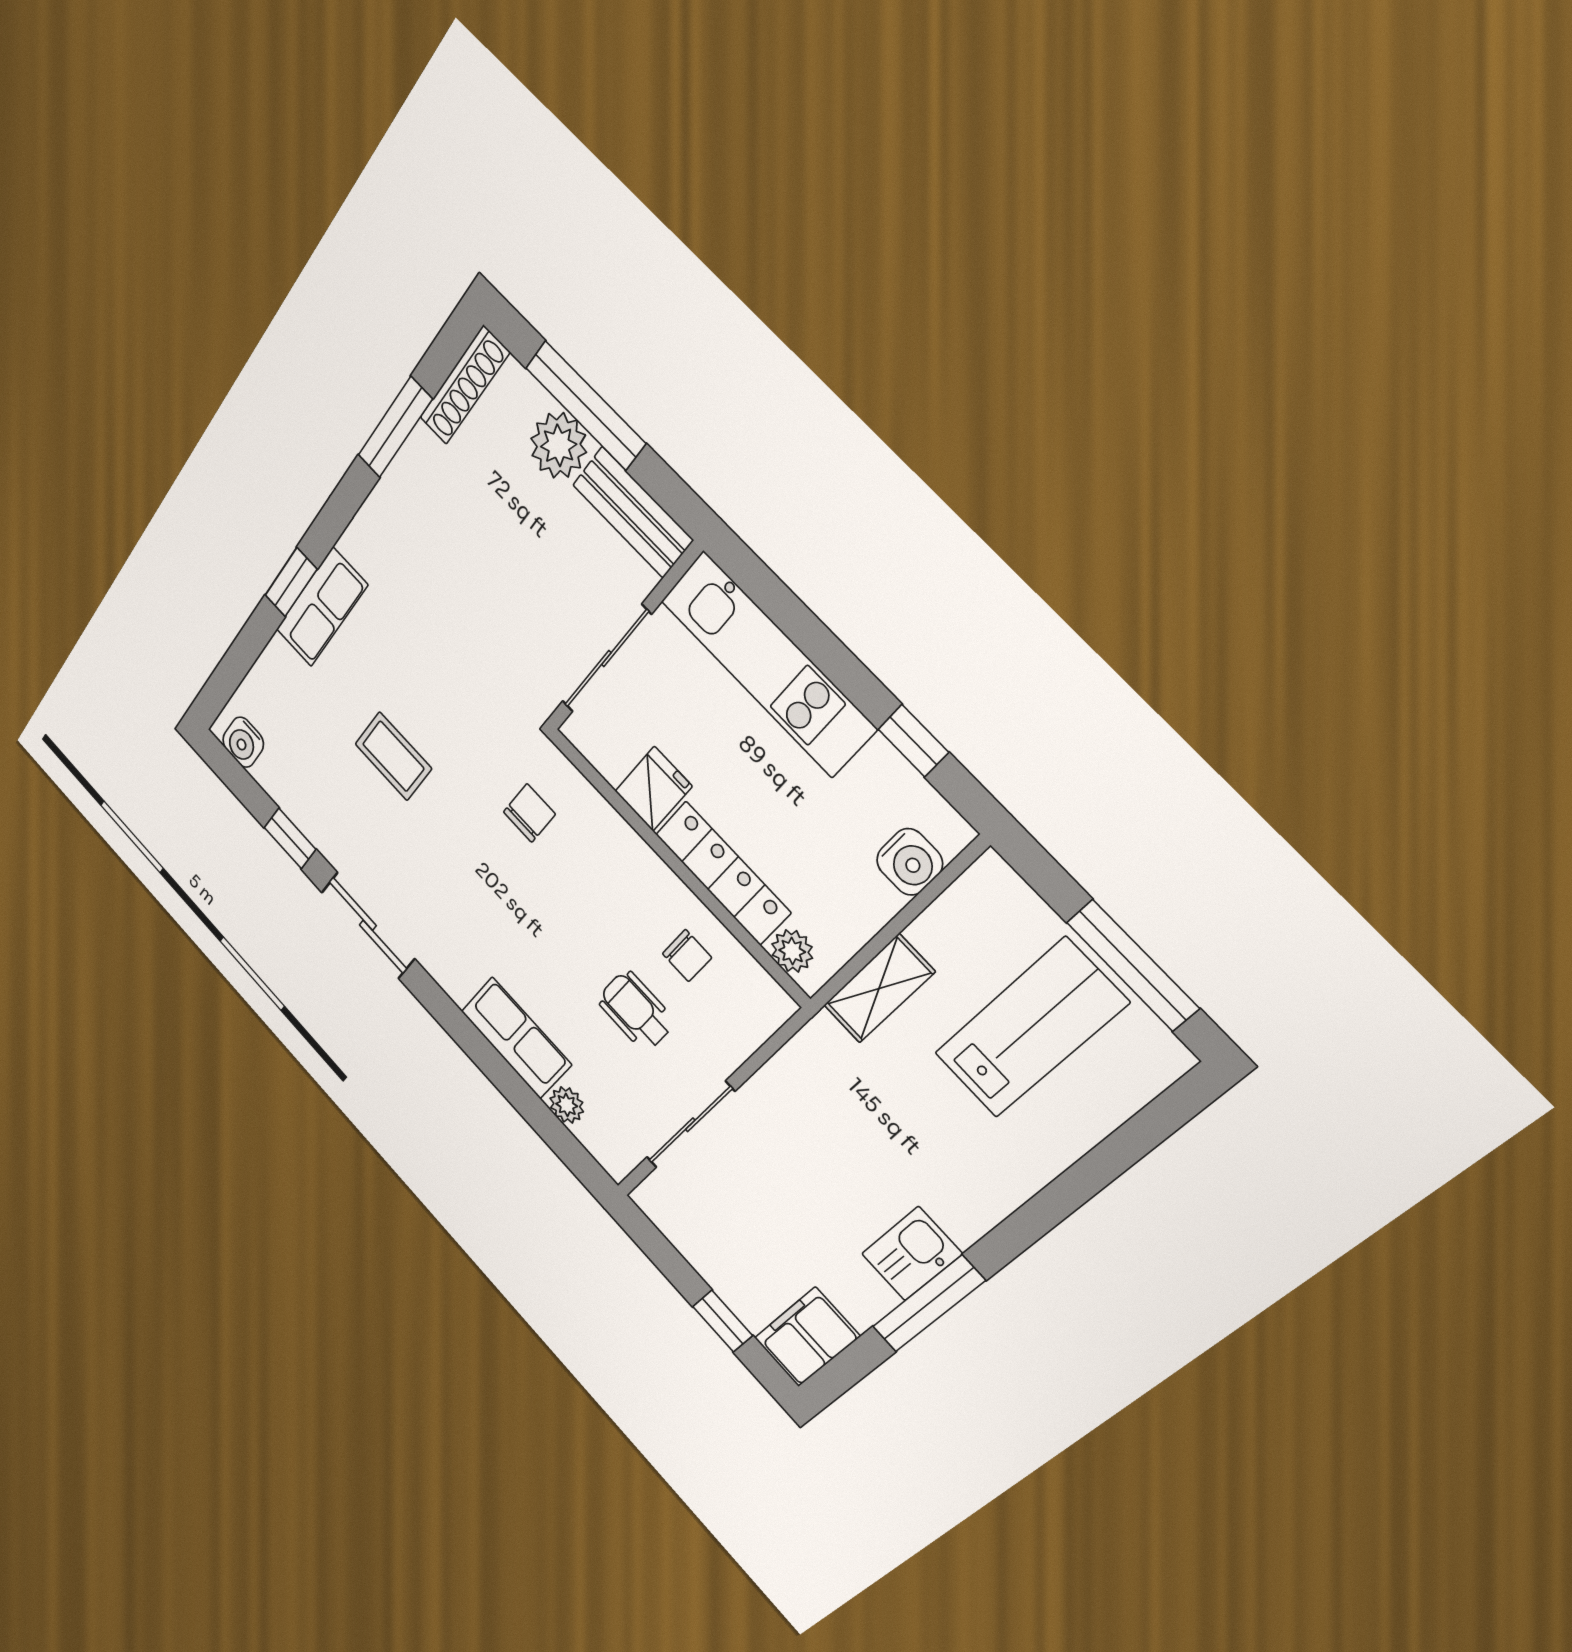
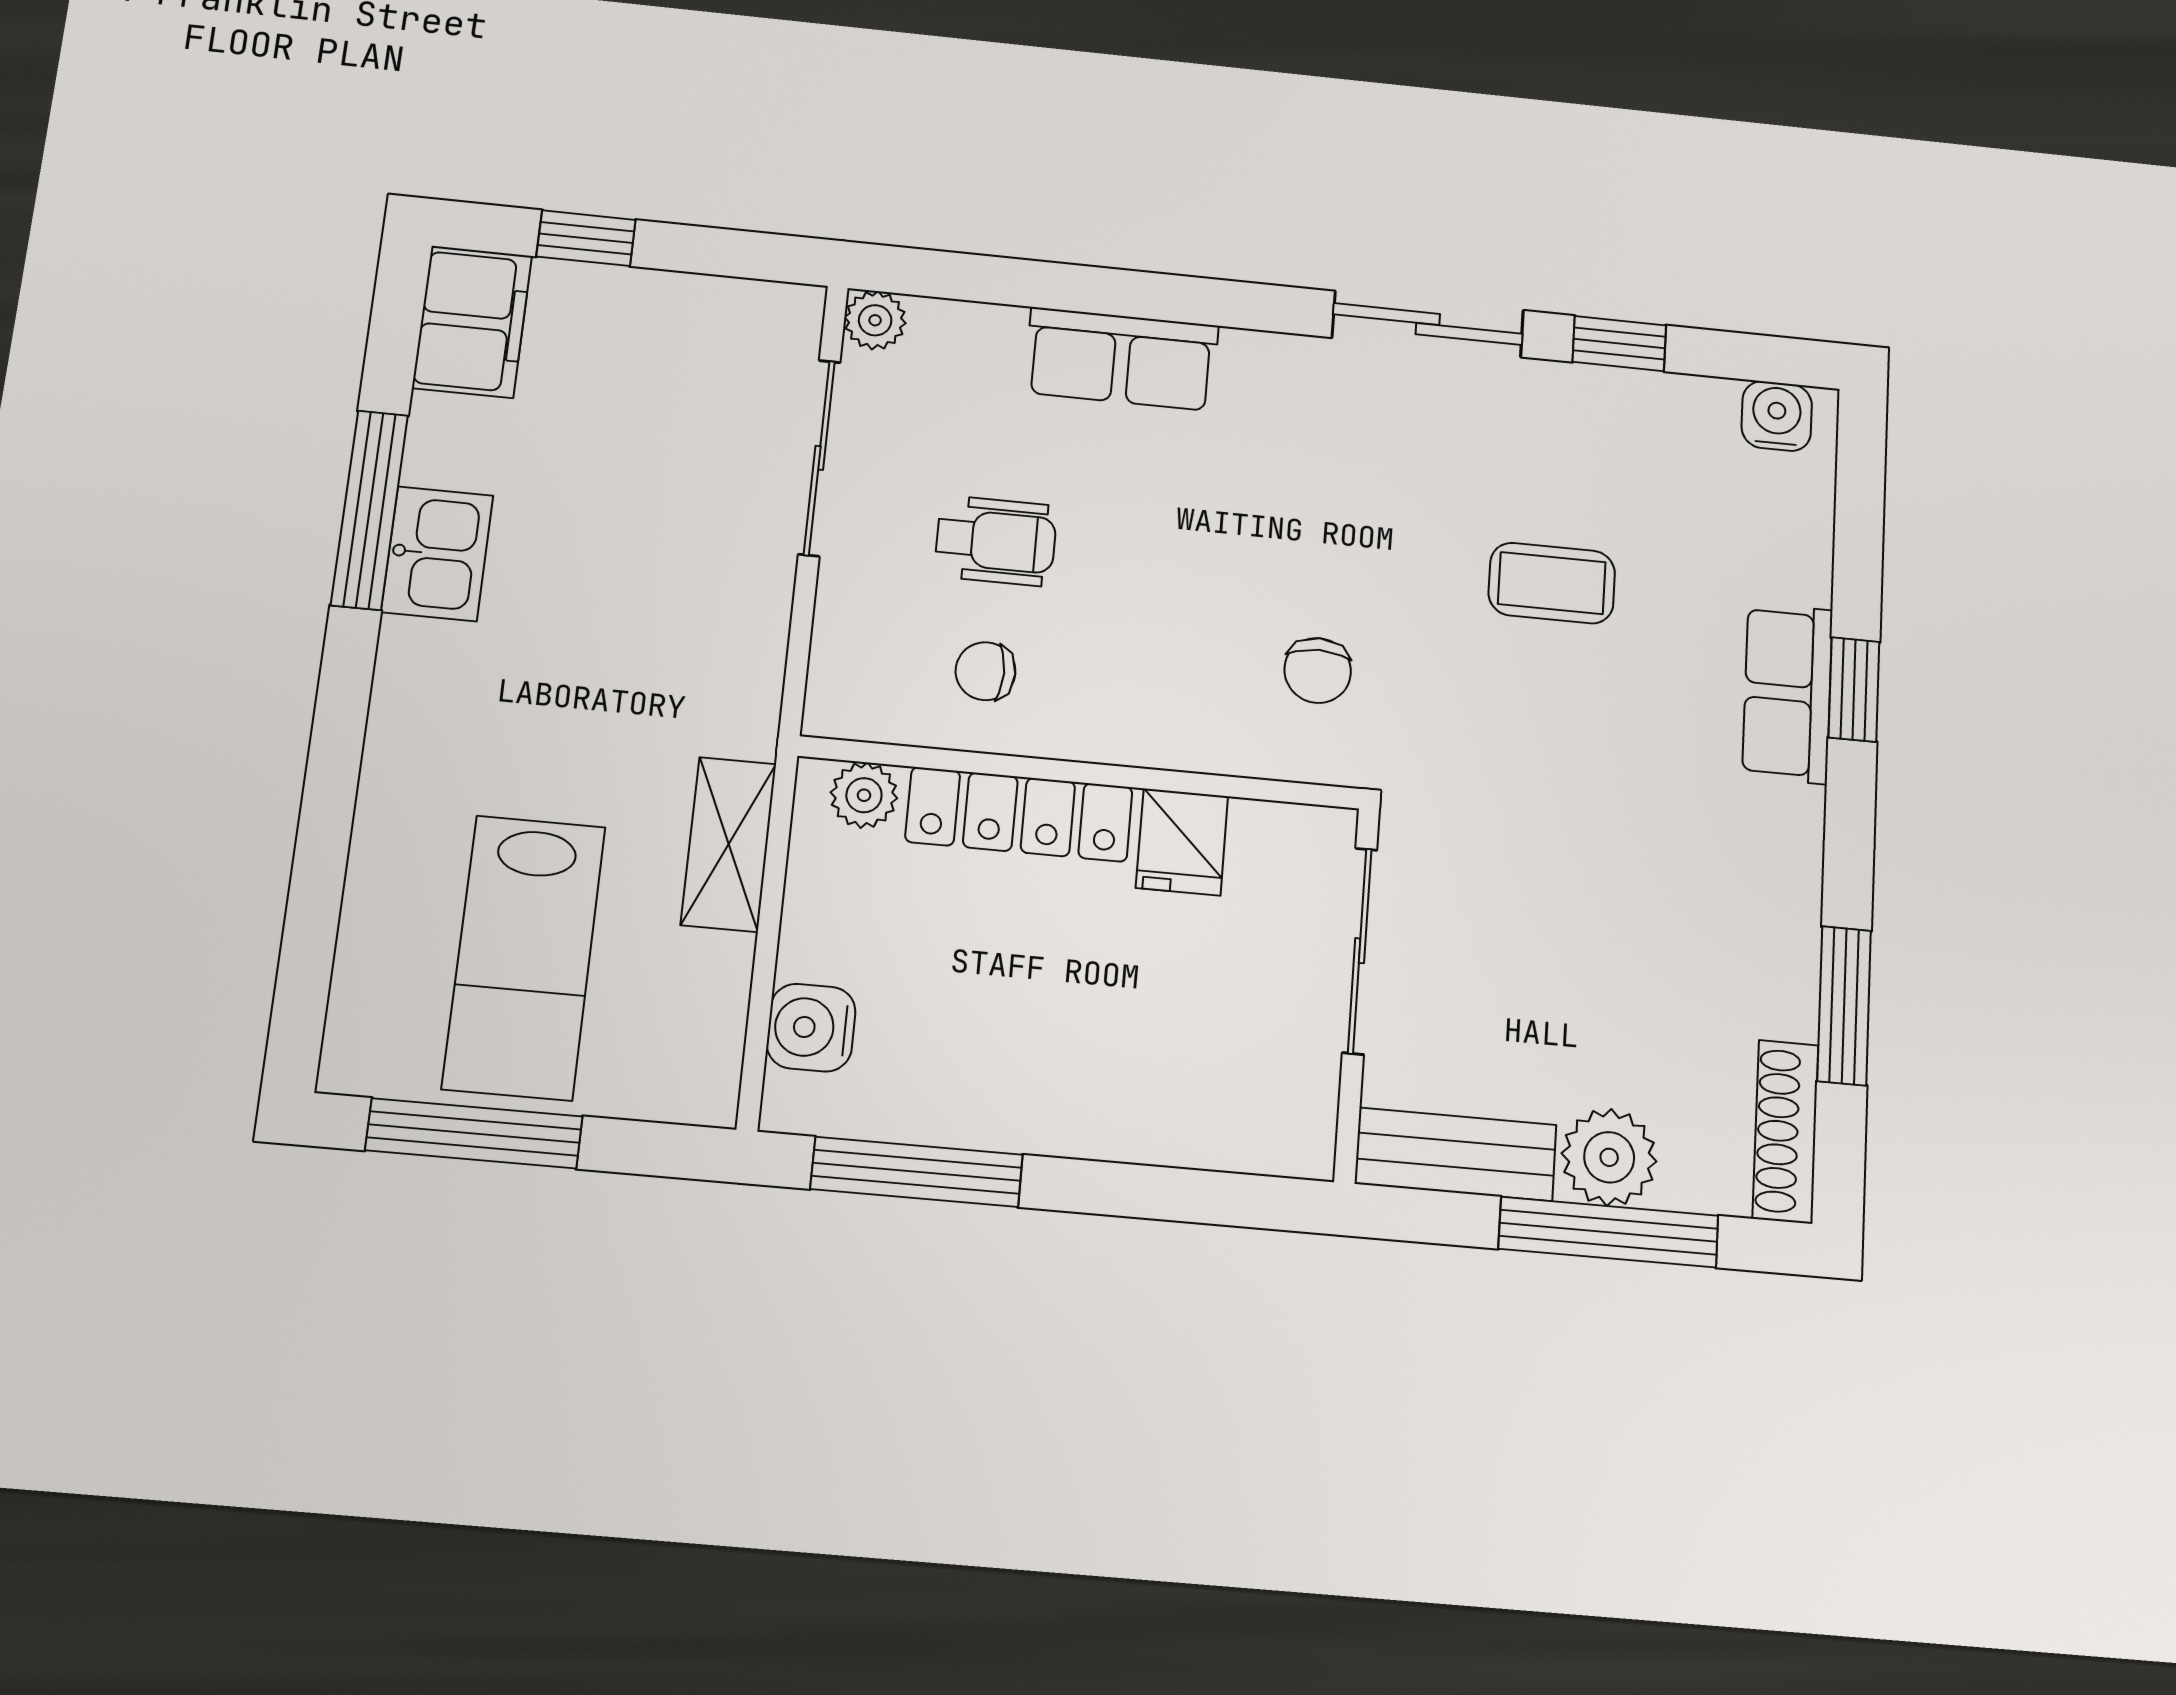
kitchen unit: (768, 664) -> (1155, 1114), removed
window: (913, 741) -> (917, 1172), width x2.17
plant: (567, 1105) -> (875, 320), moved

